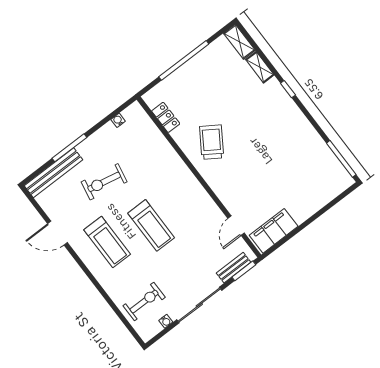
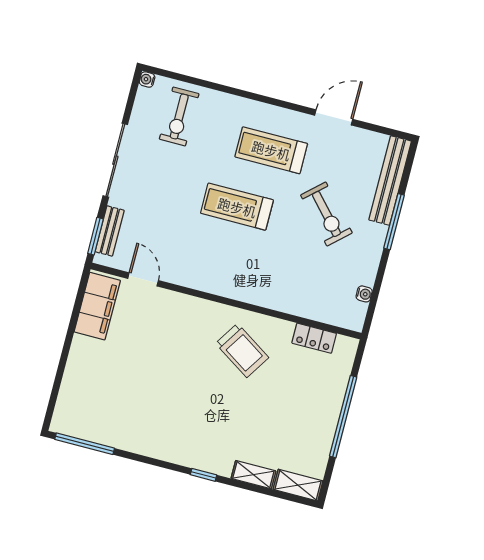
exercise bike: (104, 182) -> (326, 214), turned 127
water cooler: (166, 321) -> (147, 79), moved

